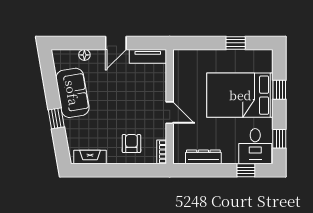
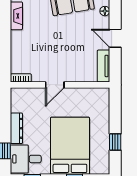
armchair: (131, 143) -> (28, 52), removed
dresser: (203, 157) -> (16, 128), moved

